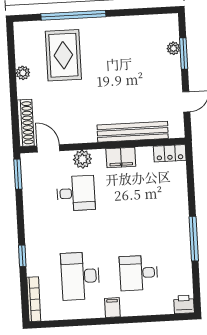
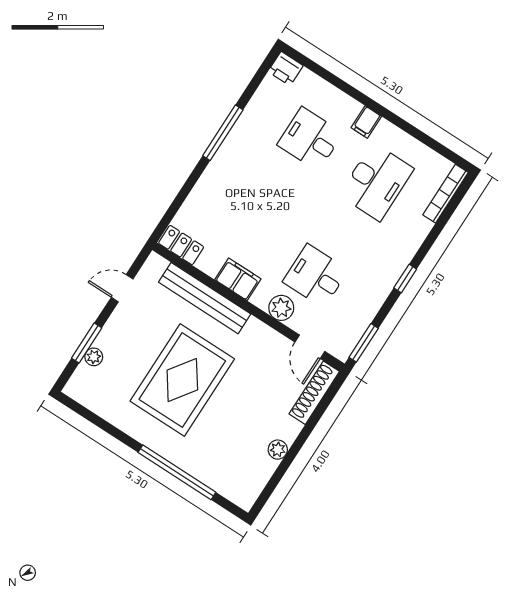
rug: (63, 55) -> (182, 380), moved, width x1.37, depth x1.44
window: (22, 256) -> (405, 279), moved
desk: (139, 273) -> (310, 139), turned 180

